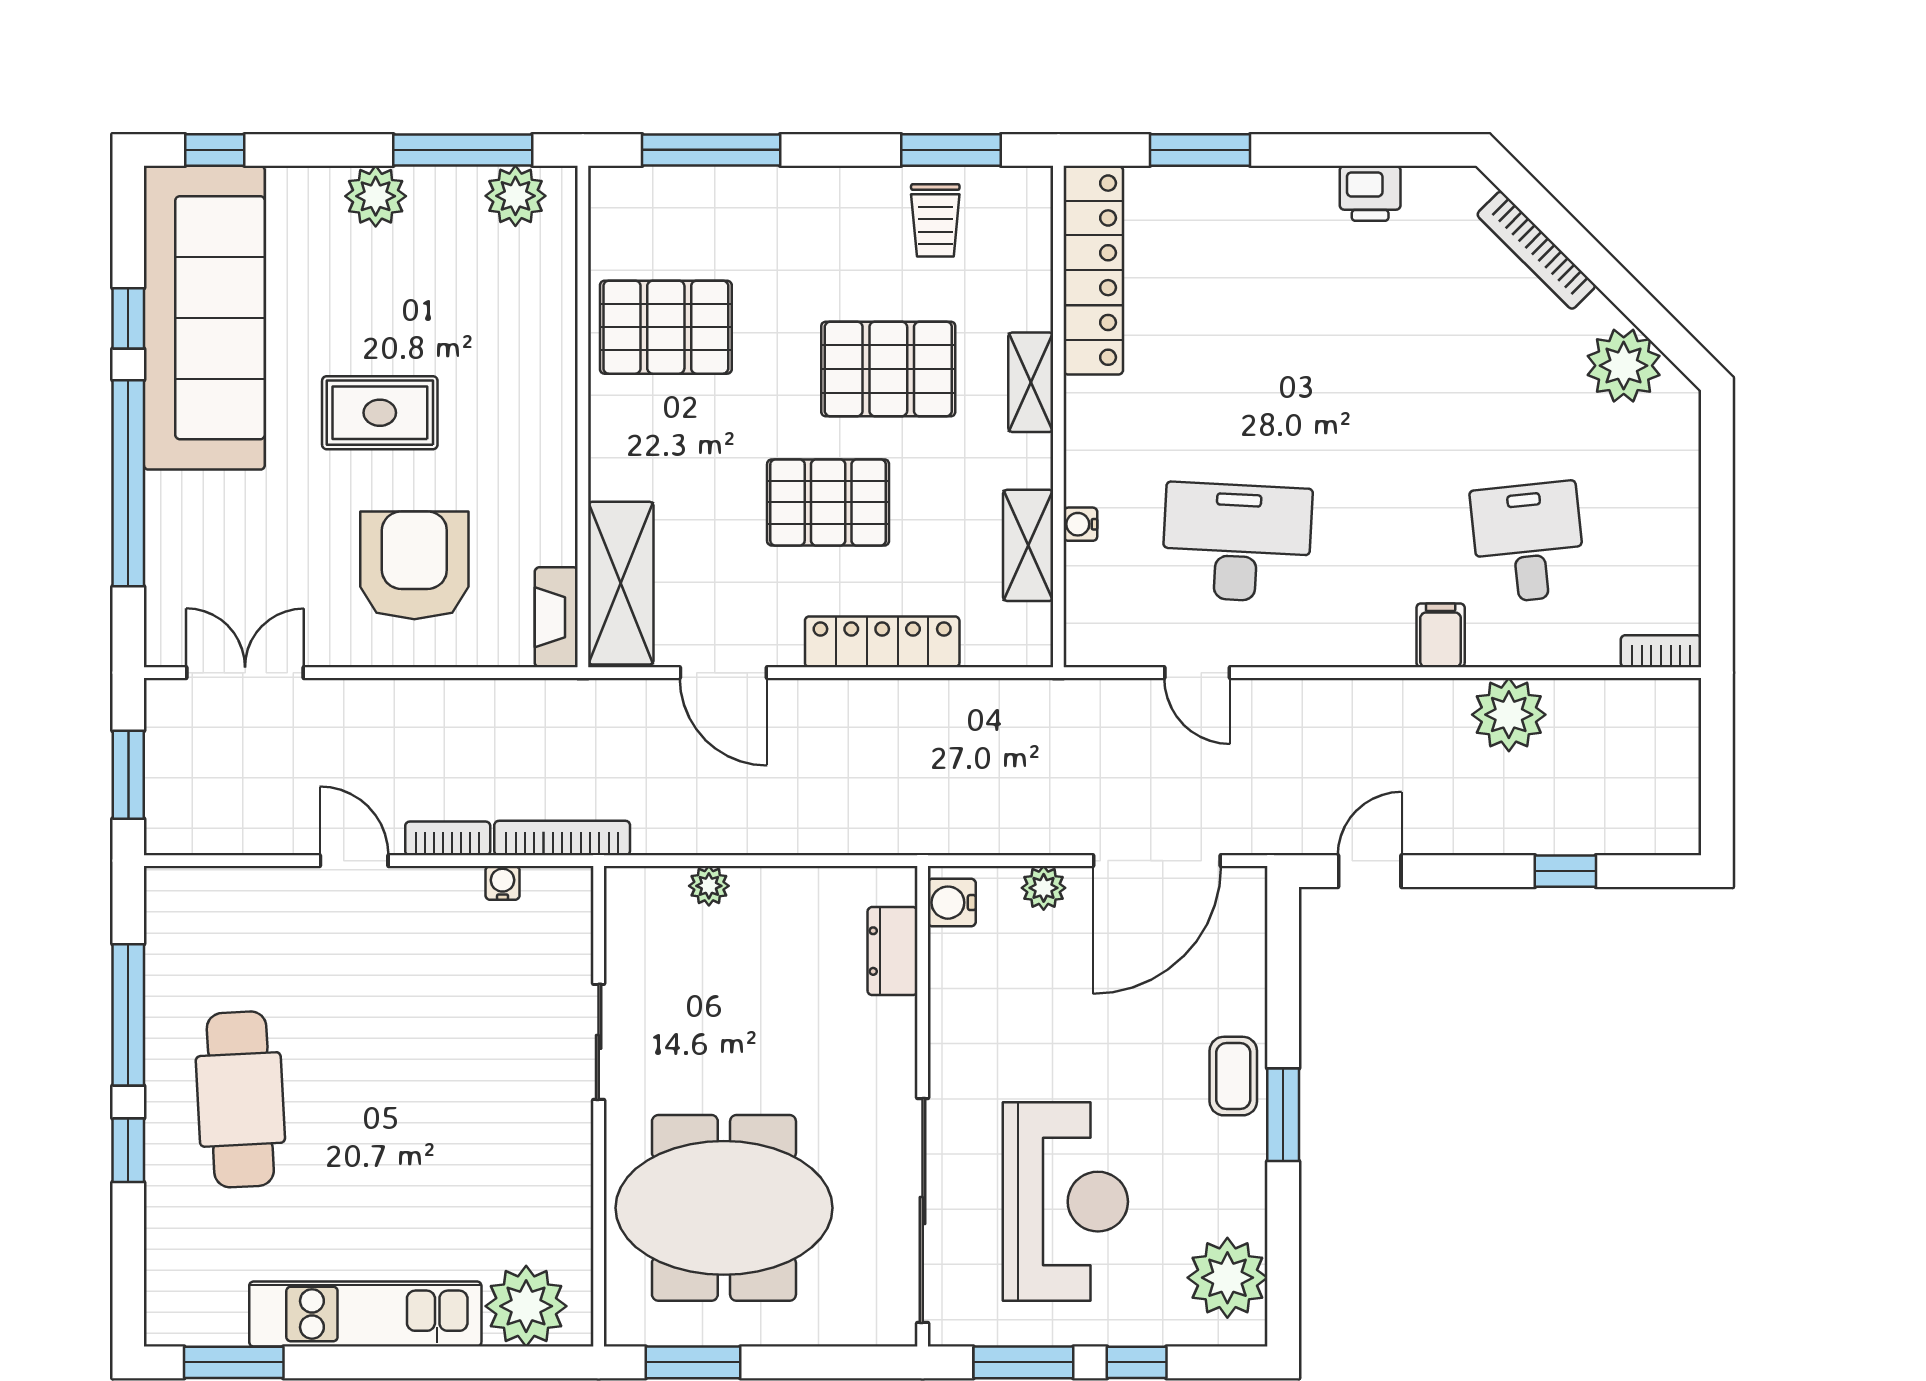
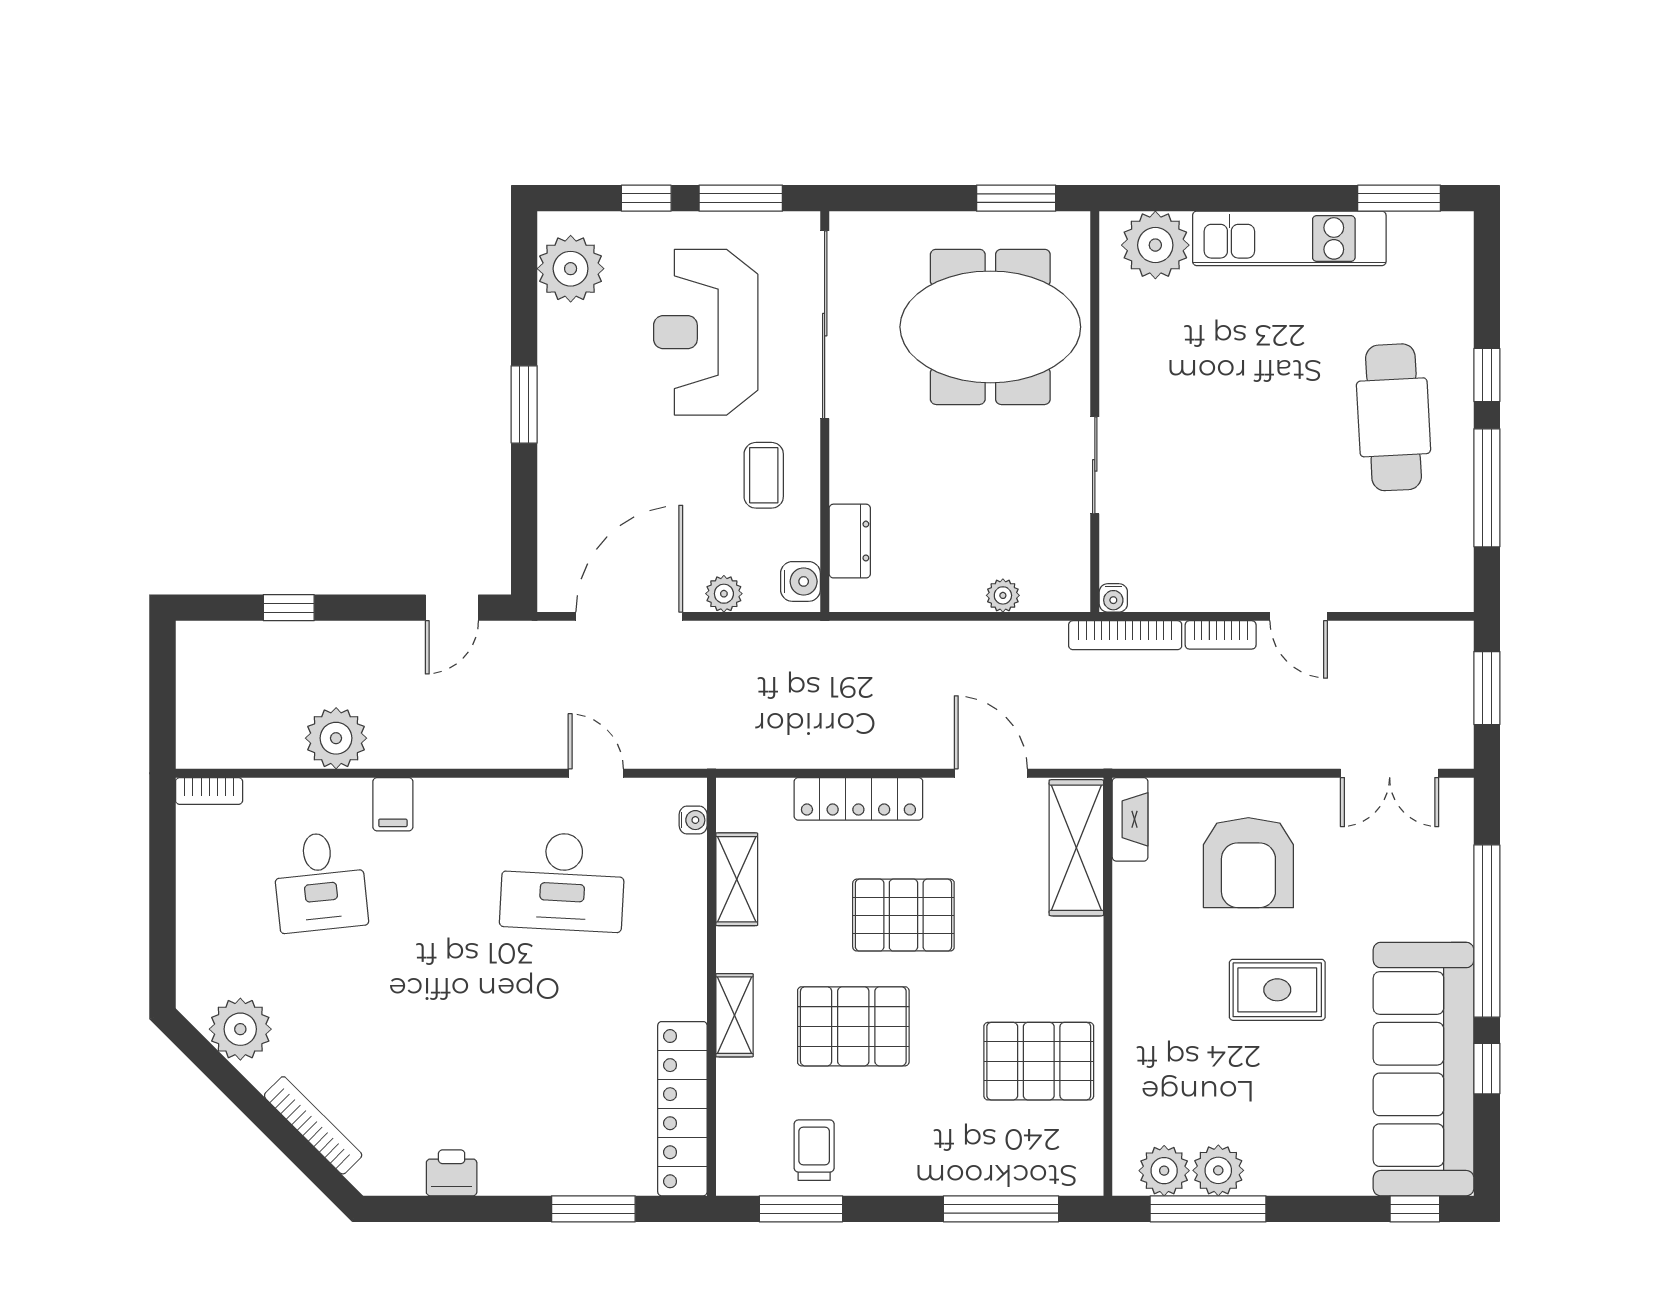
plant: (376, 196) -> (1218, 1170), moved
water cooler: (1080, 524) -> (693, 820), moved
water cooler: (503, 883) -> (1113, 598), moved
coffee table: (1233, 1076) -> (764, 475), moved

